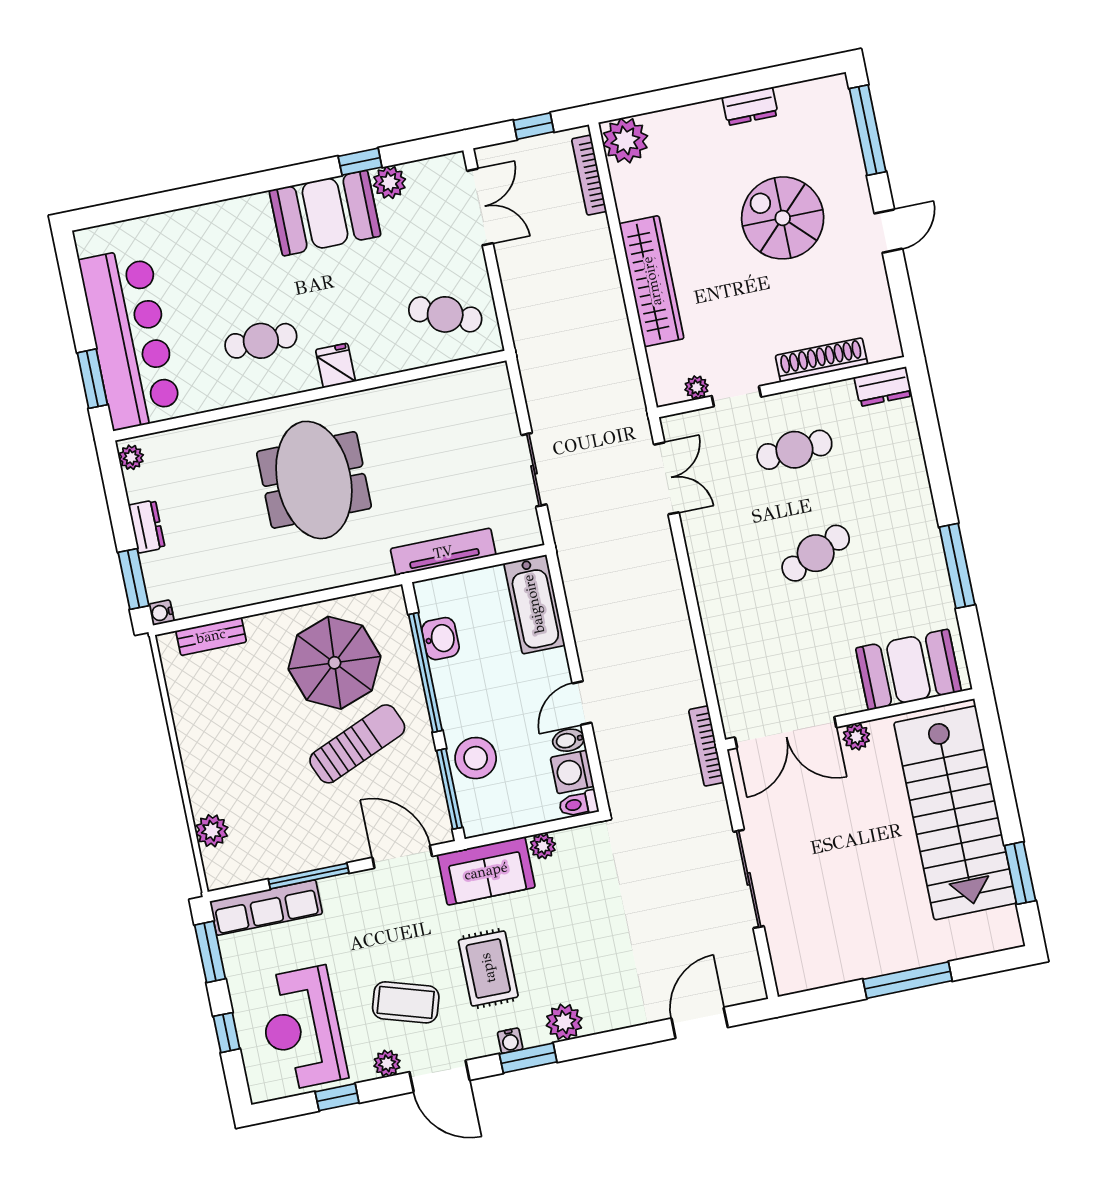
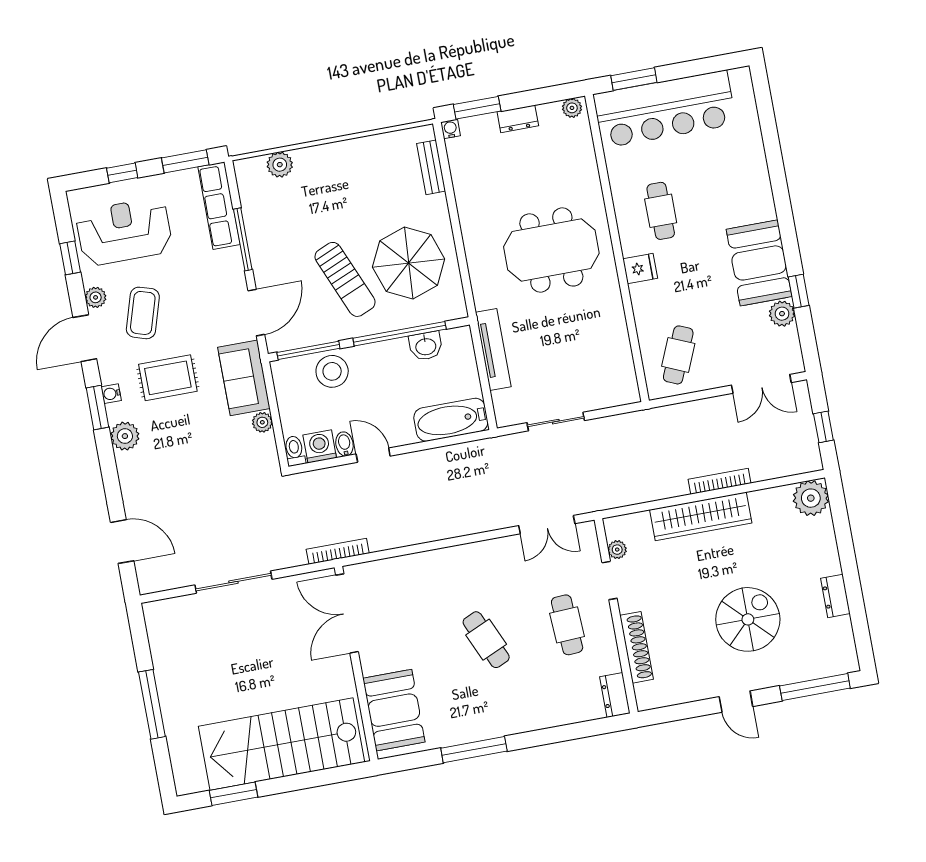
bookcase: (589, 175) -> (719, 481), moved
plant: (856, 737) -> (342, 668), removed

